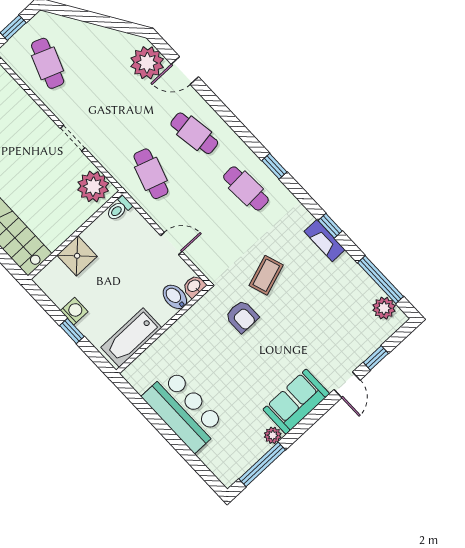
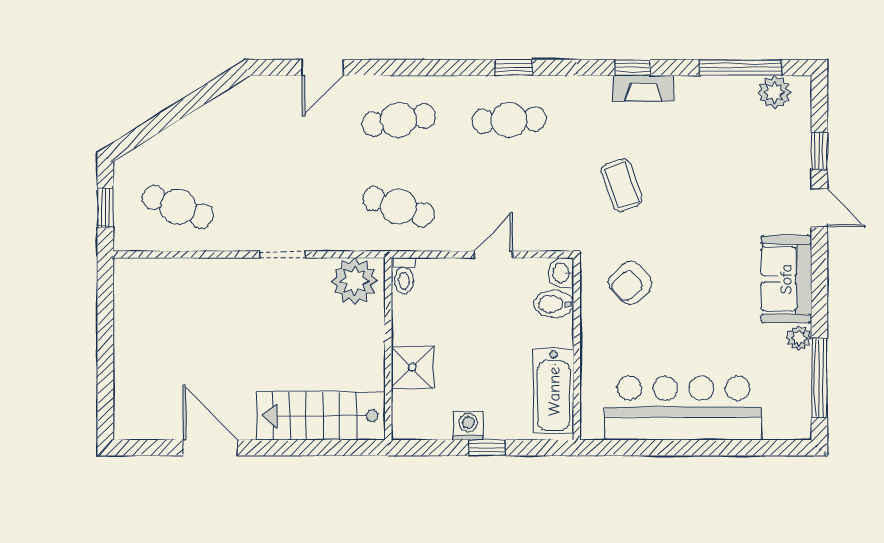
plant: (147, 63) -> (276, 100), removed
armchair: (242, 316) -> (630, 283), moved, turned 137
bar counter: (184, 410) -> (683, 408), width x1.36

